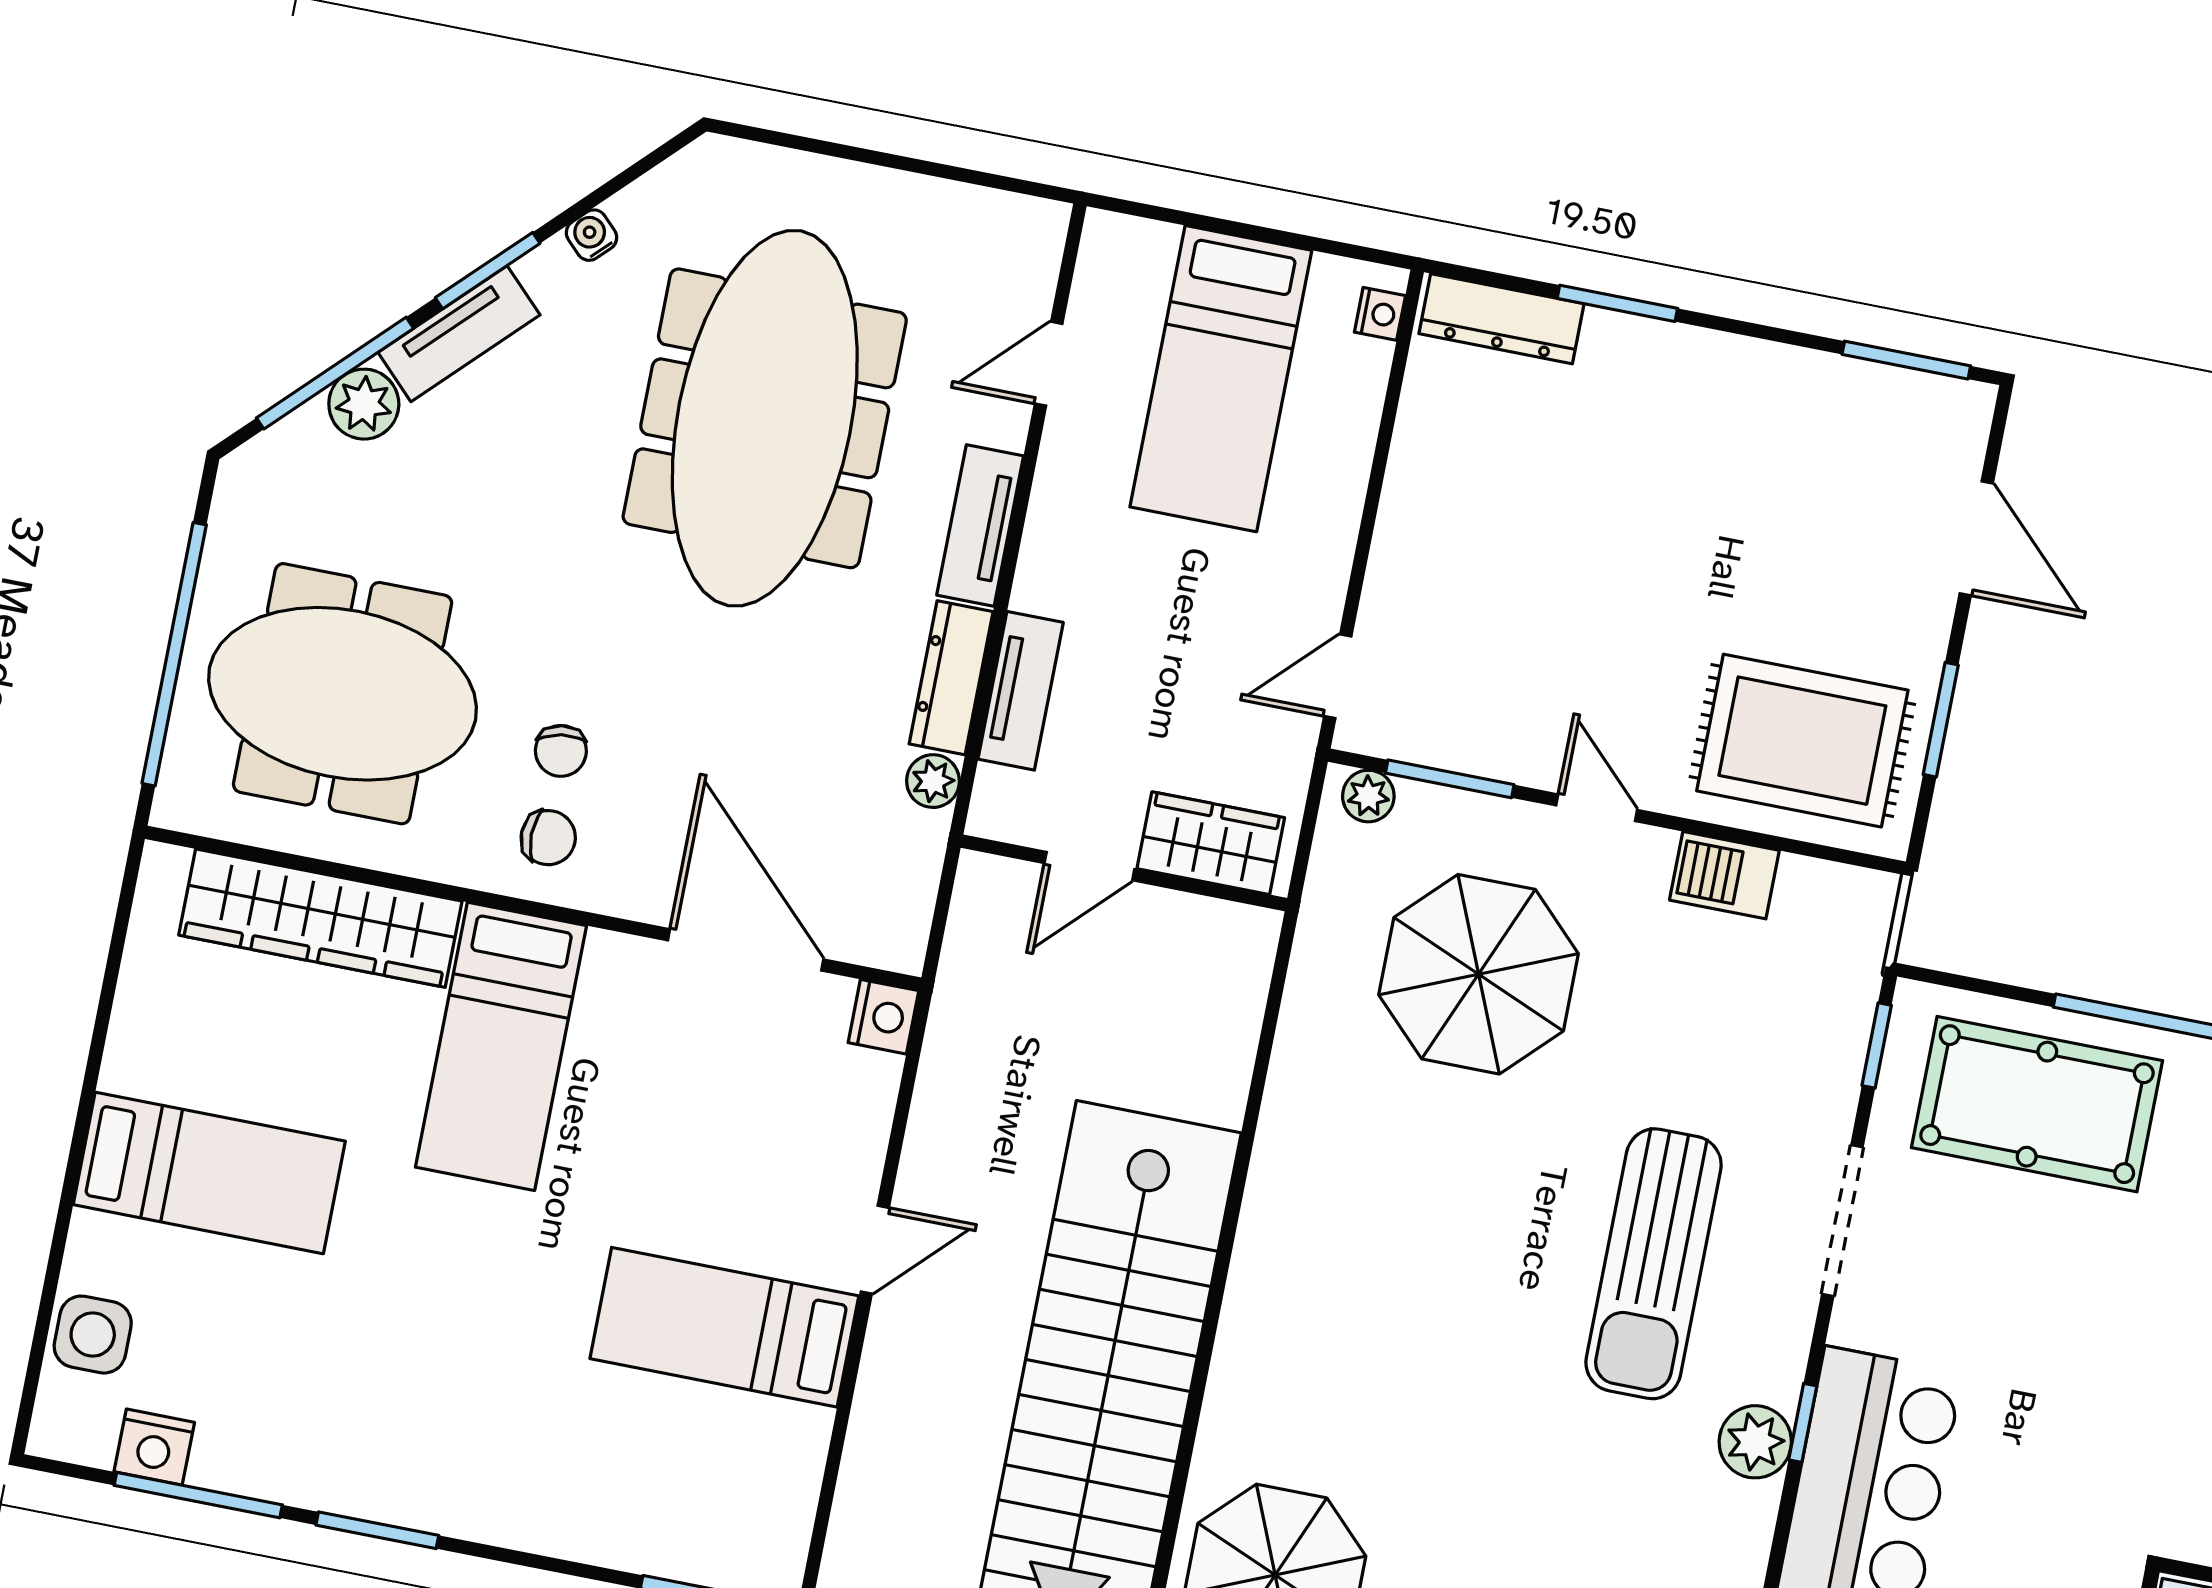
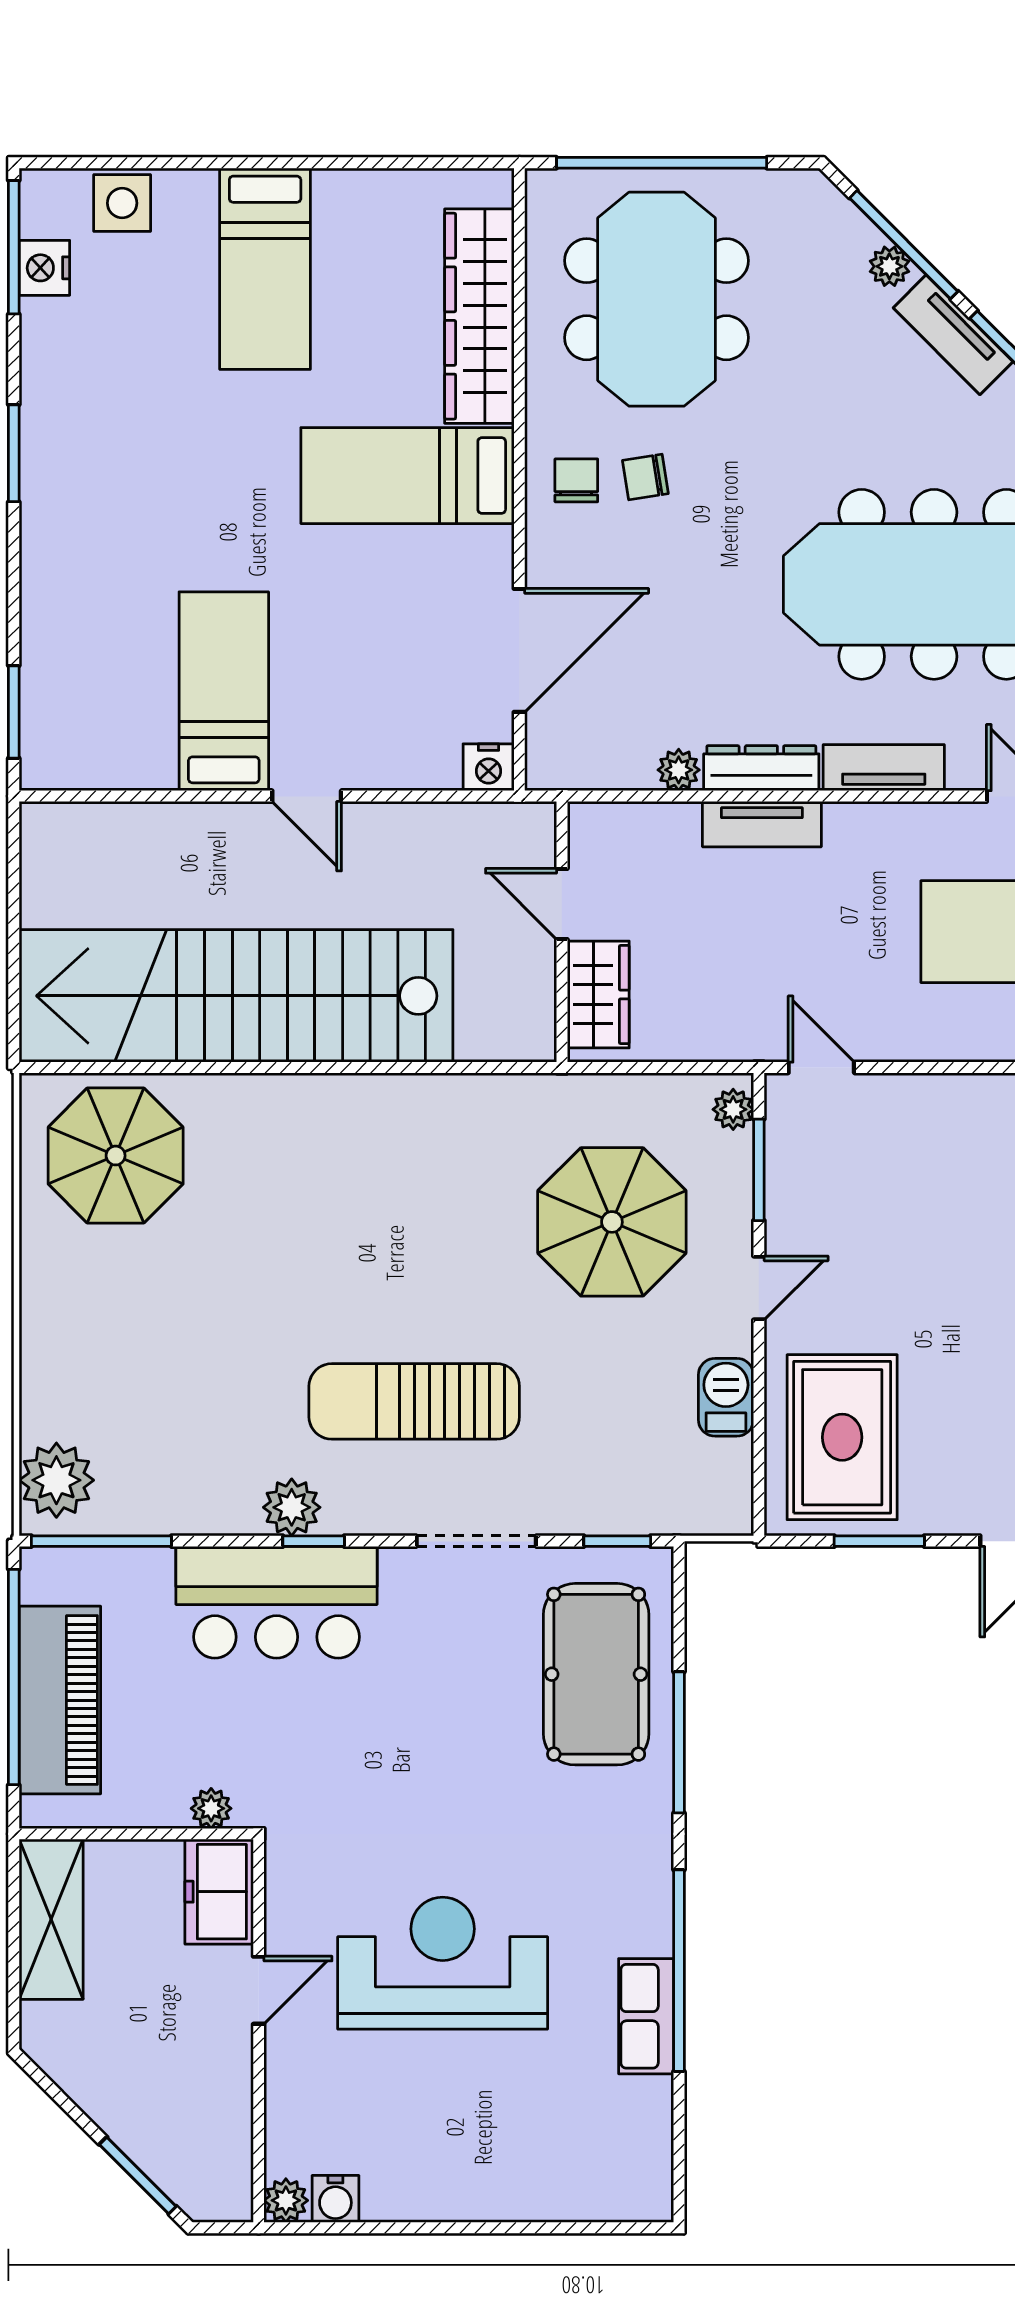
plant: (364, 404) -> (889, 266), width x0.73, depth x0.73
chair: (548, 838) -> (576, 480), turned 180
wardrobe: (1211, 843) -> (598, 994), moved
door: (1089, 866) -> (562, 904), moved
wall: (1124, 873) -> (562, 932), moved
window: (198, 1495) -> (14, 247), moved

